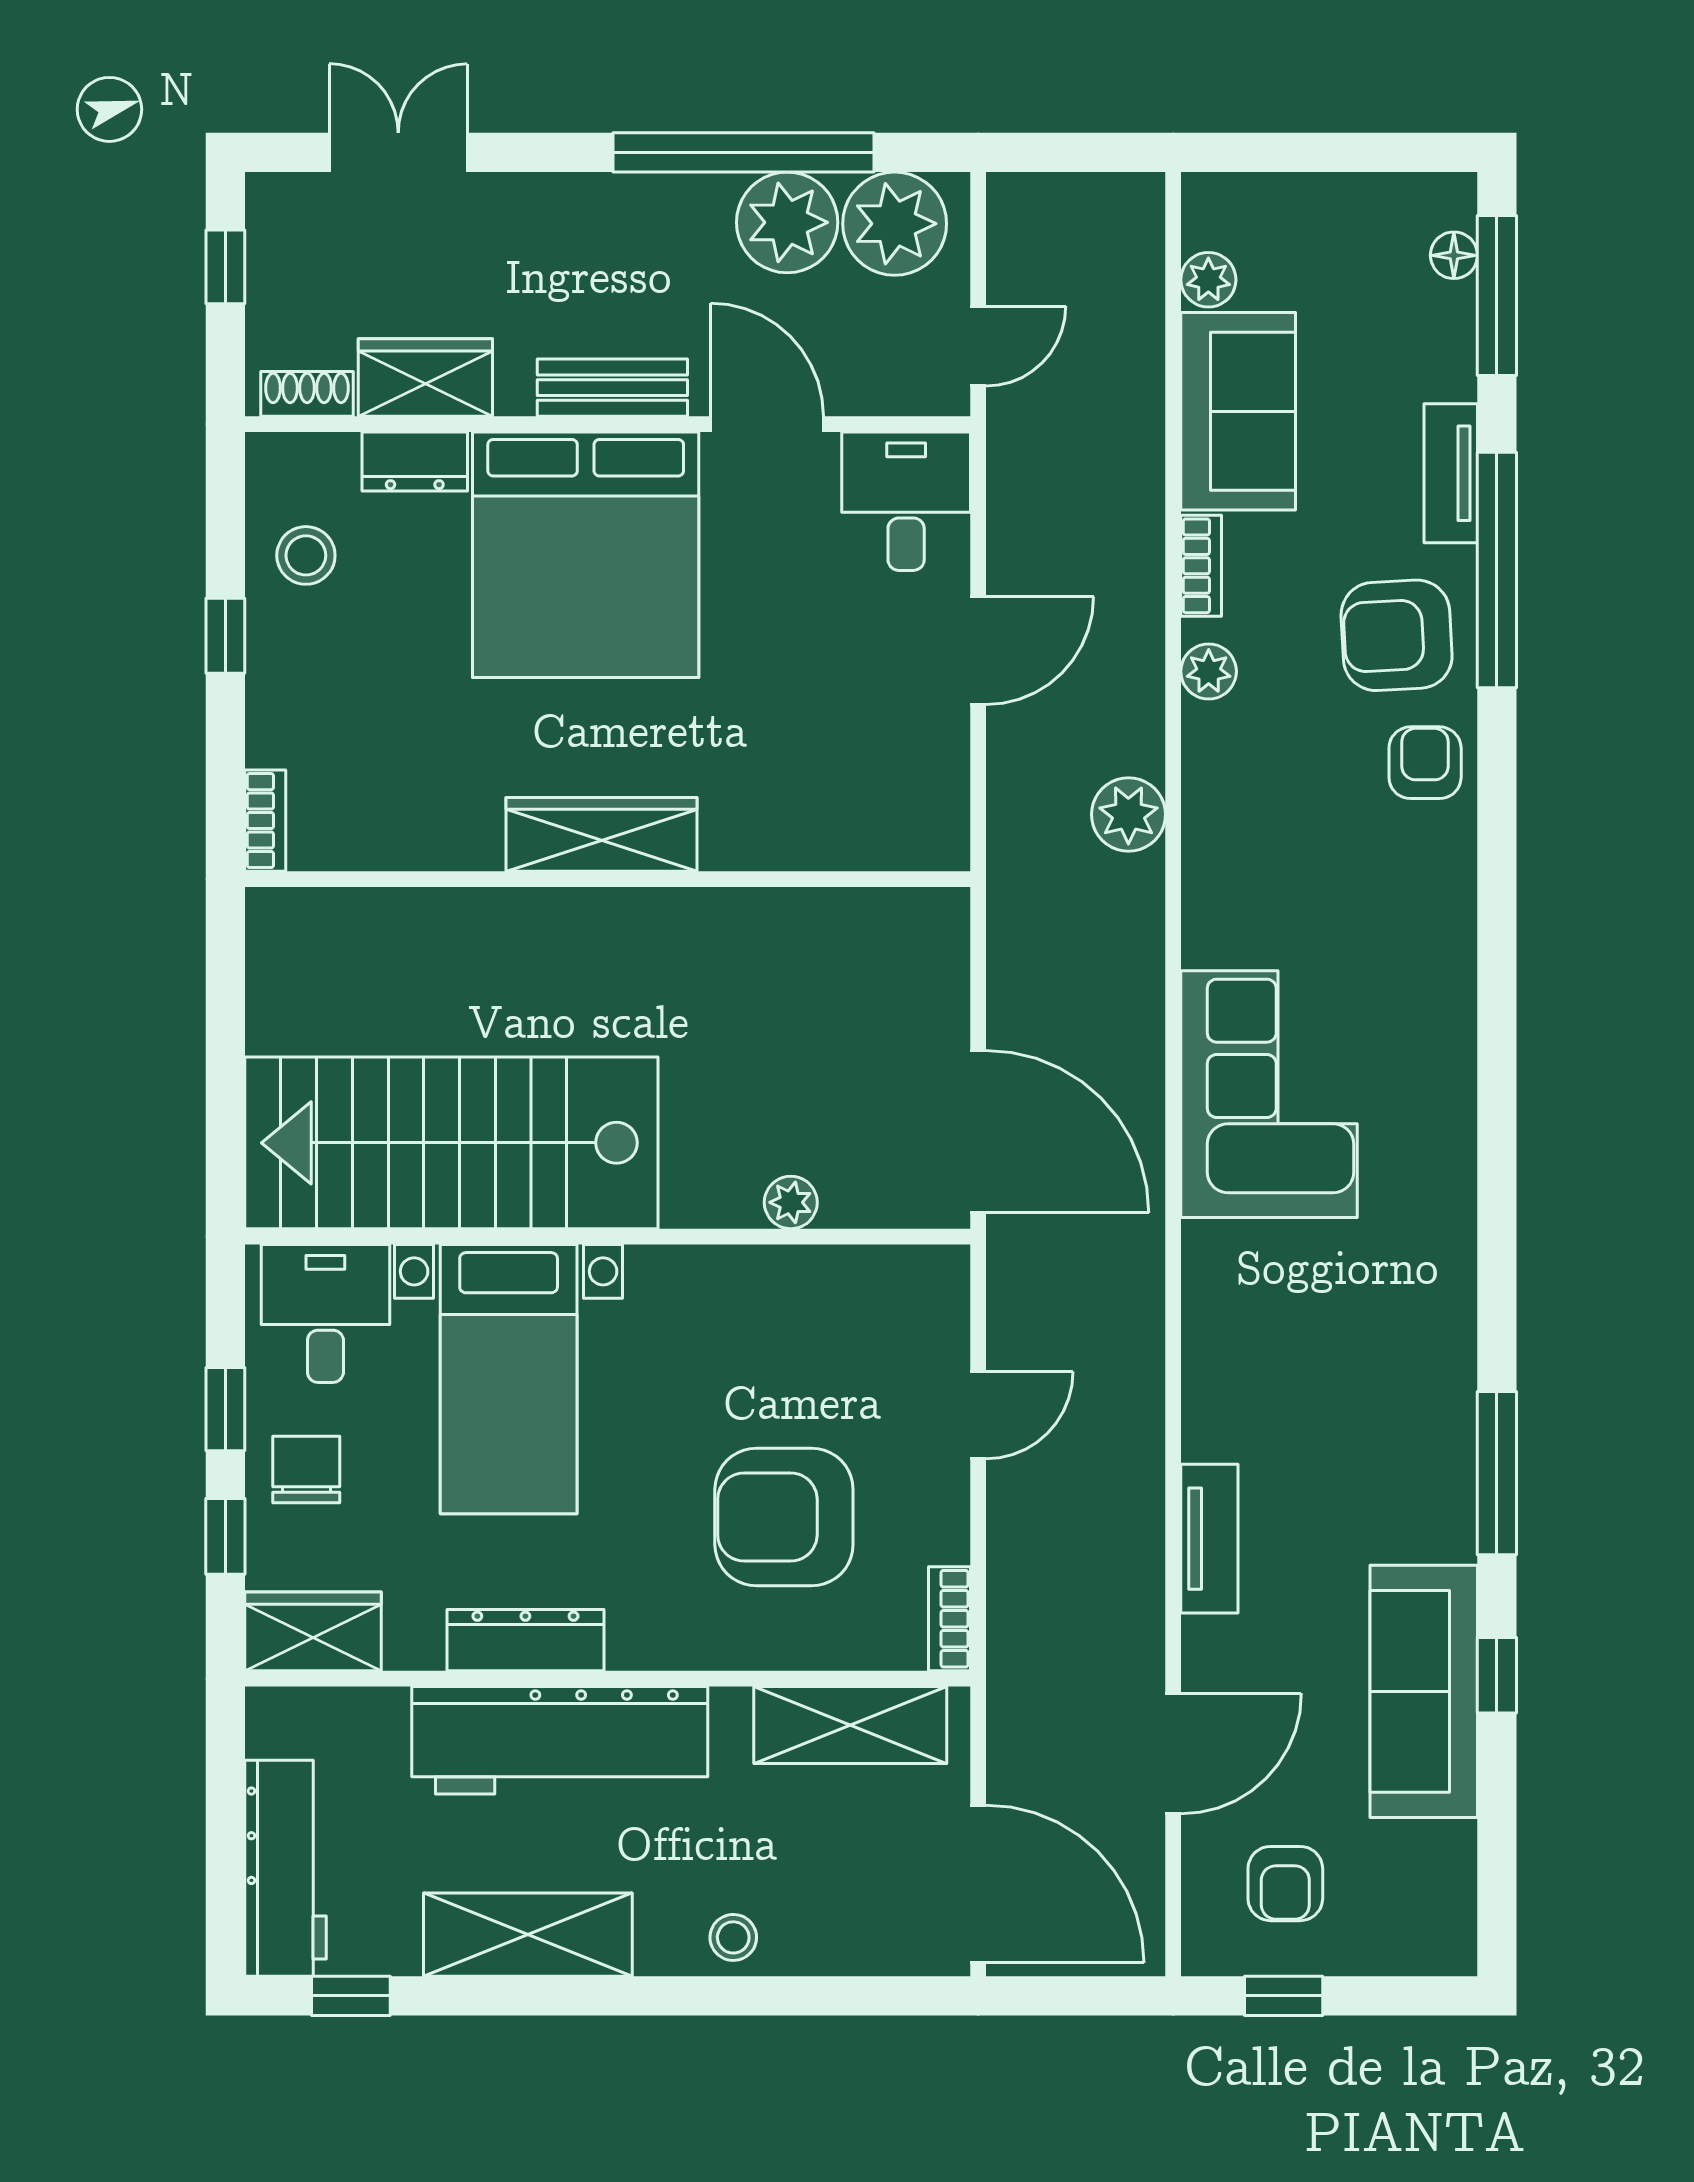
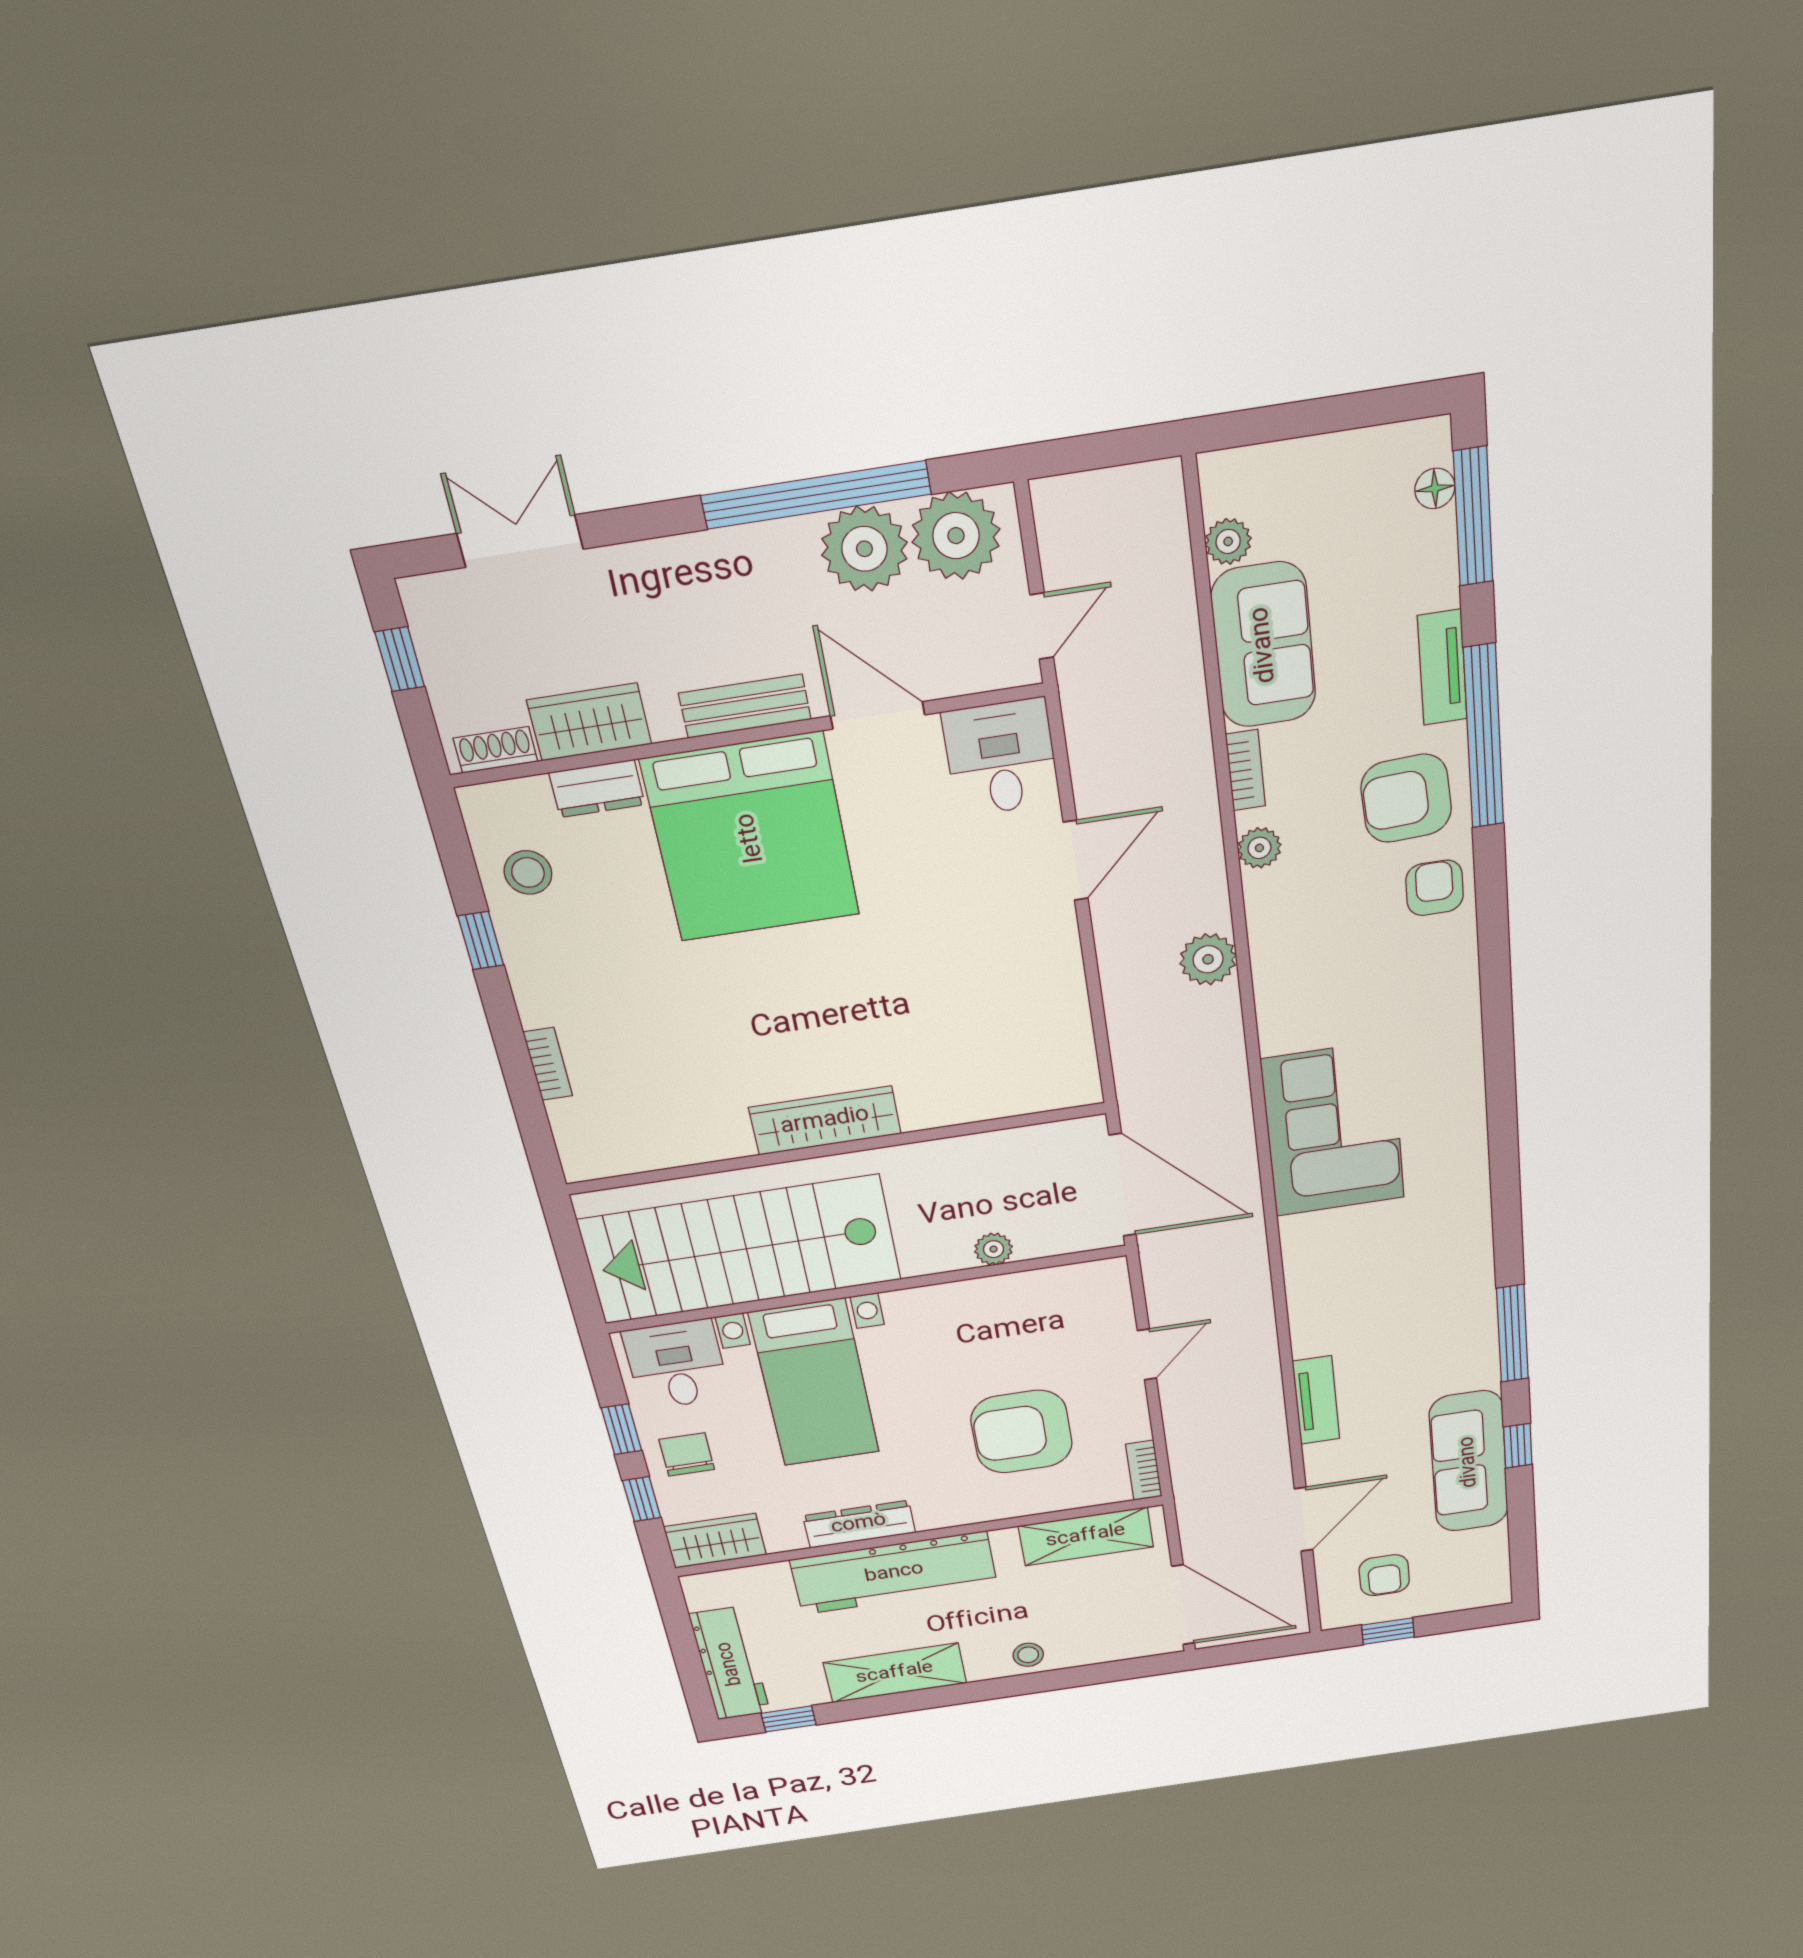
wardrobe: (601, 834) -> (825, 1121), moved
wall: (608, 879) -> (836, 1149), moved

